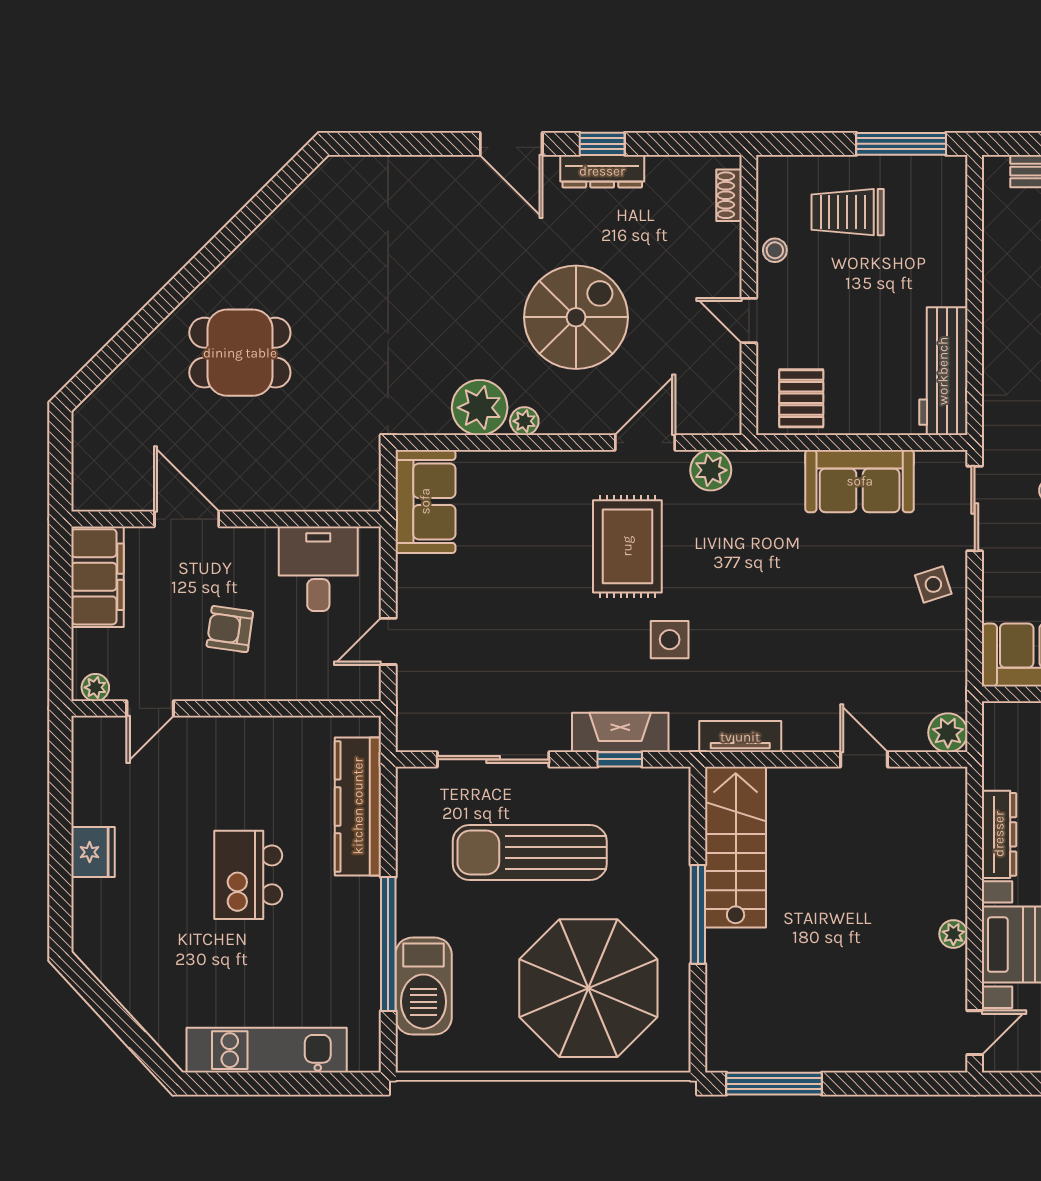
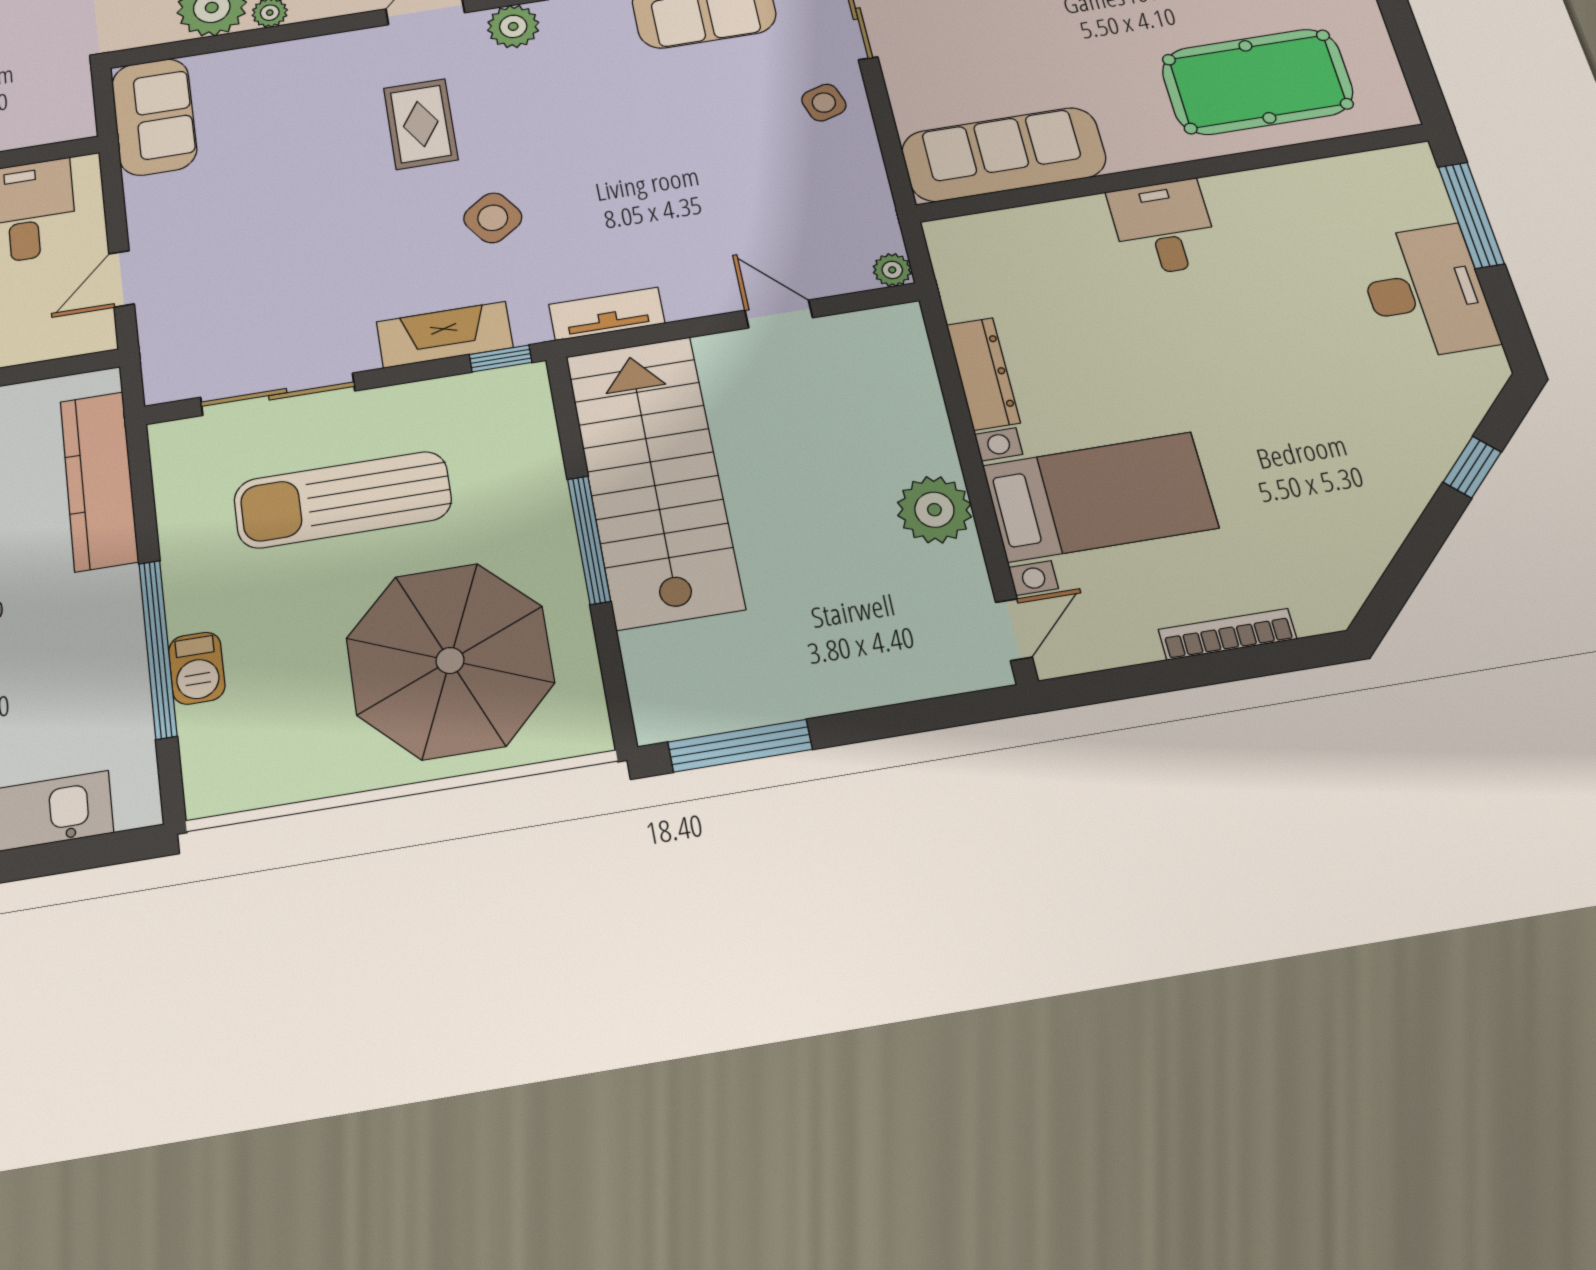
rug: (627, 546) -> (421, 124), width x0.73, depth x0.70
side table: (670, 640) -> (493, 218), turned -35
plant: (948, 733) -> (892, 270), width x0.73, depth x0.73
window: (620, 759) -> (501, 359), moved
stairs: (736, 847) -> (654, 480), width x1.36, depth x1.51
plant: (953, 934) -> (934, 510), width x1.87, depth x1.87
barbecue: (424, 986) -> (197, 668), width x0.53, depth x0.65

